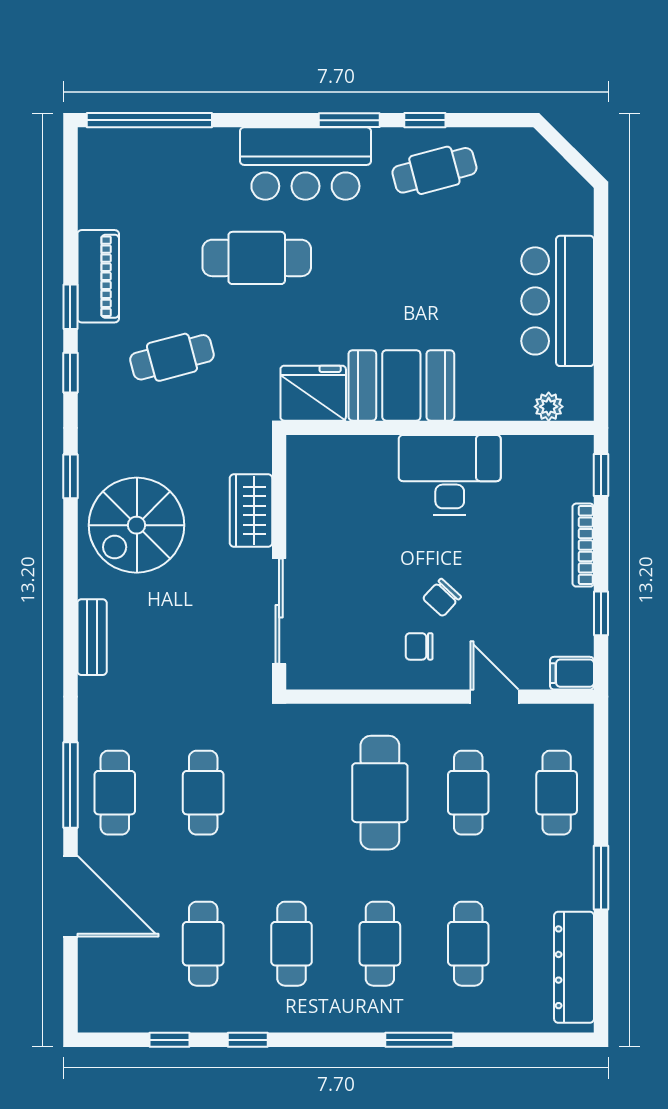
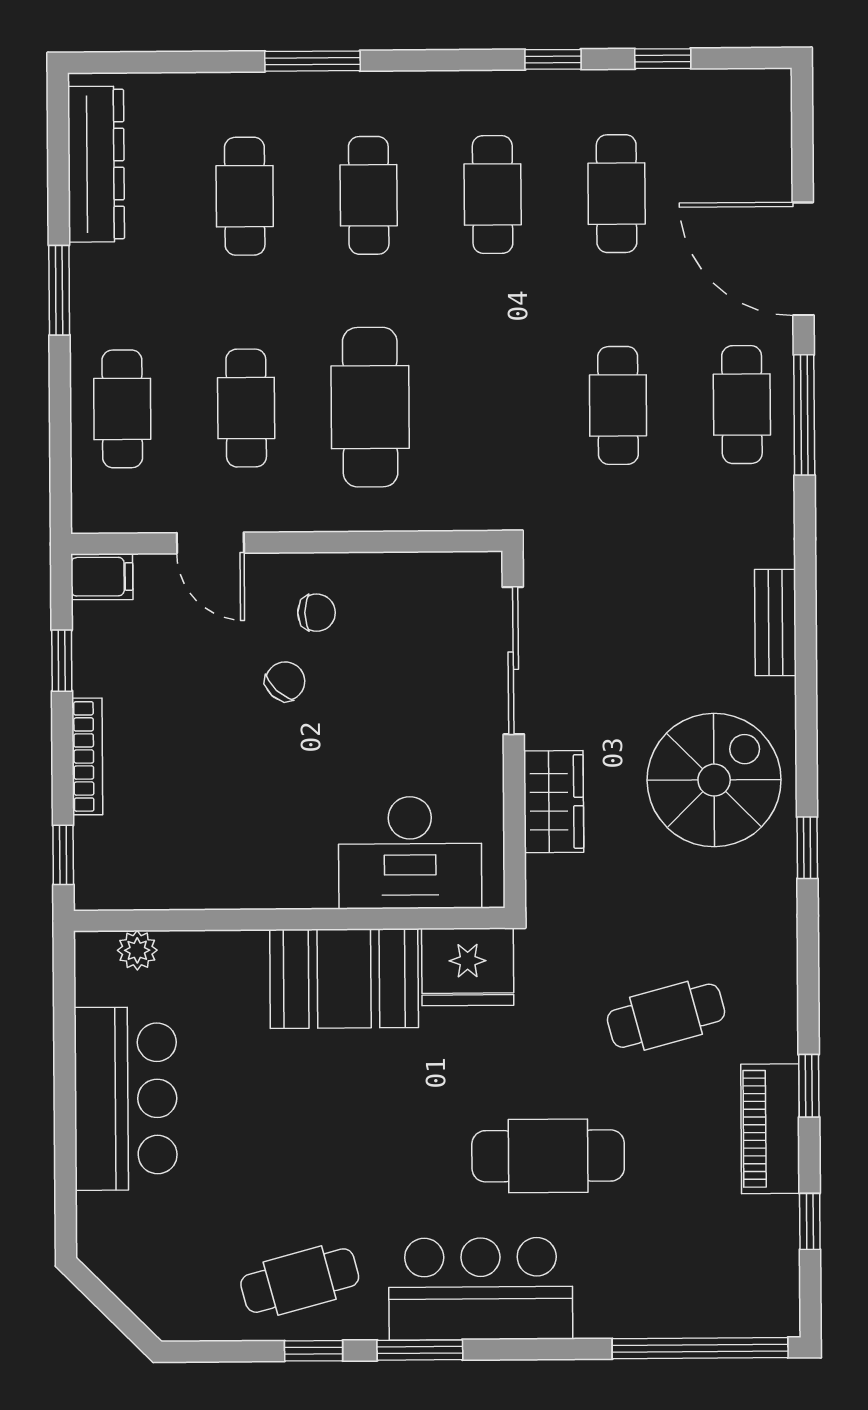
window: (70, 373) -> (810, 1221), moved
desk: (450, 475) -> (410, 853), moved

